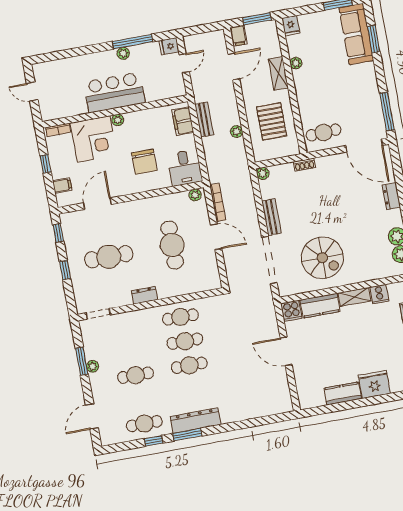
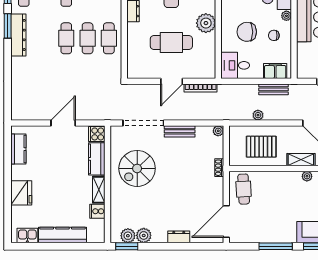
window: (387, 112) -> (276, 246), moved
chair: (143, 130) -> (274, 35), added
plant: (195, 195) -> (206, 23), moved, width x1.88, depth x1.88
kitchen counter: (343, 393) -> (18, 149), moved

